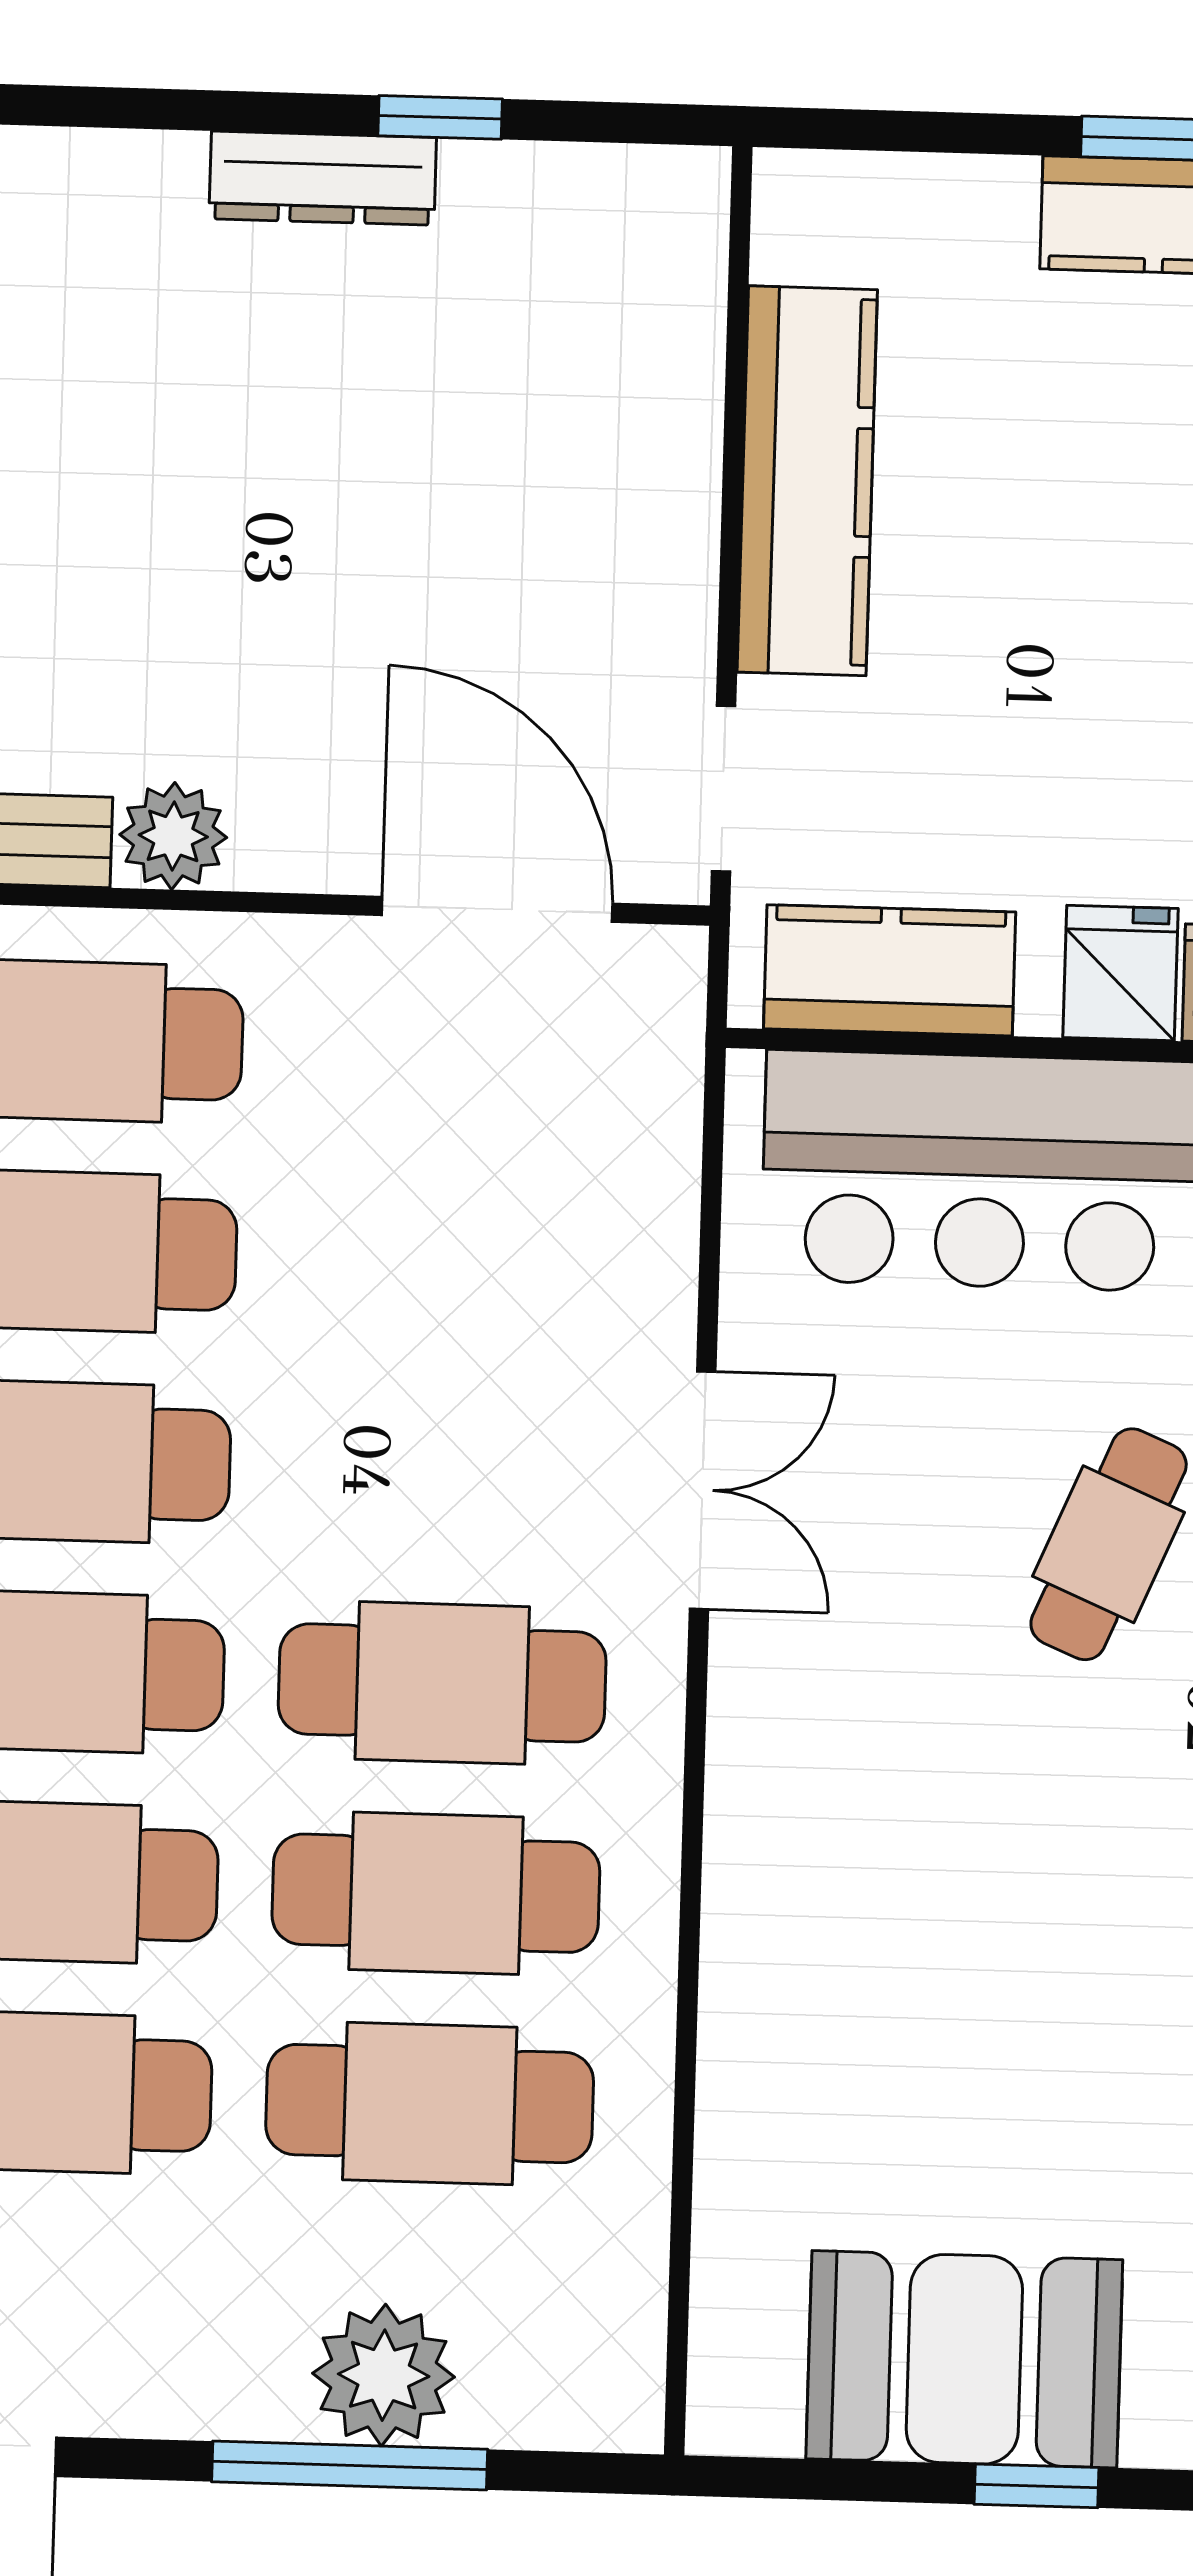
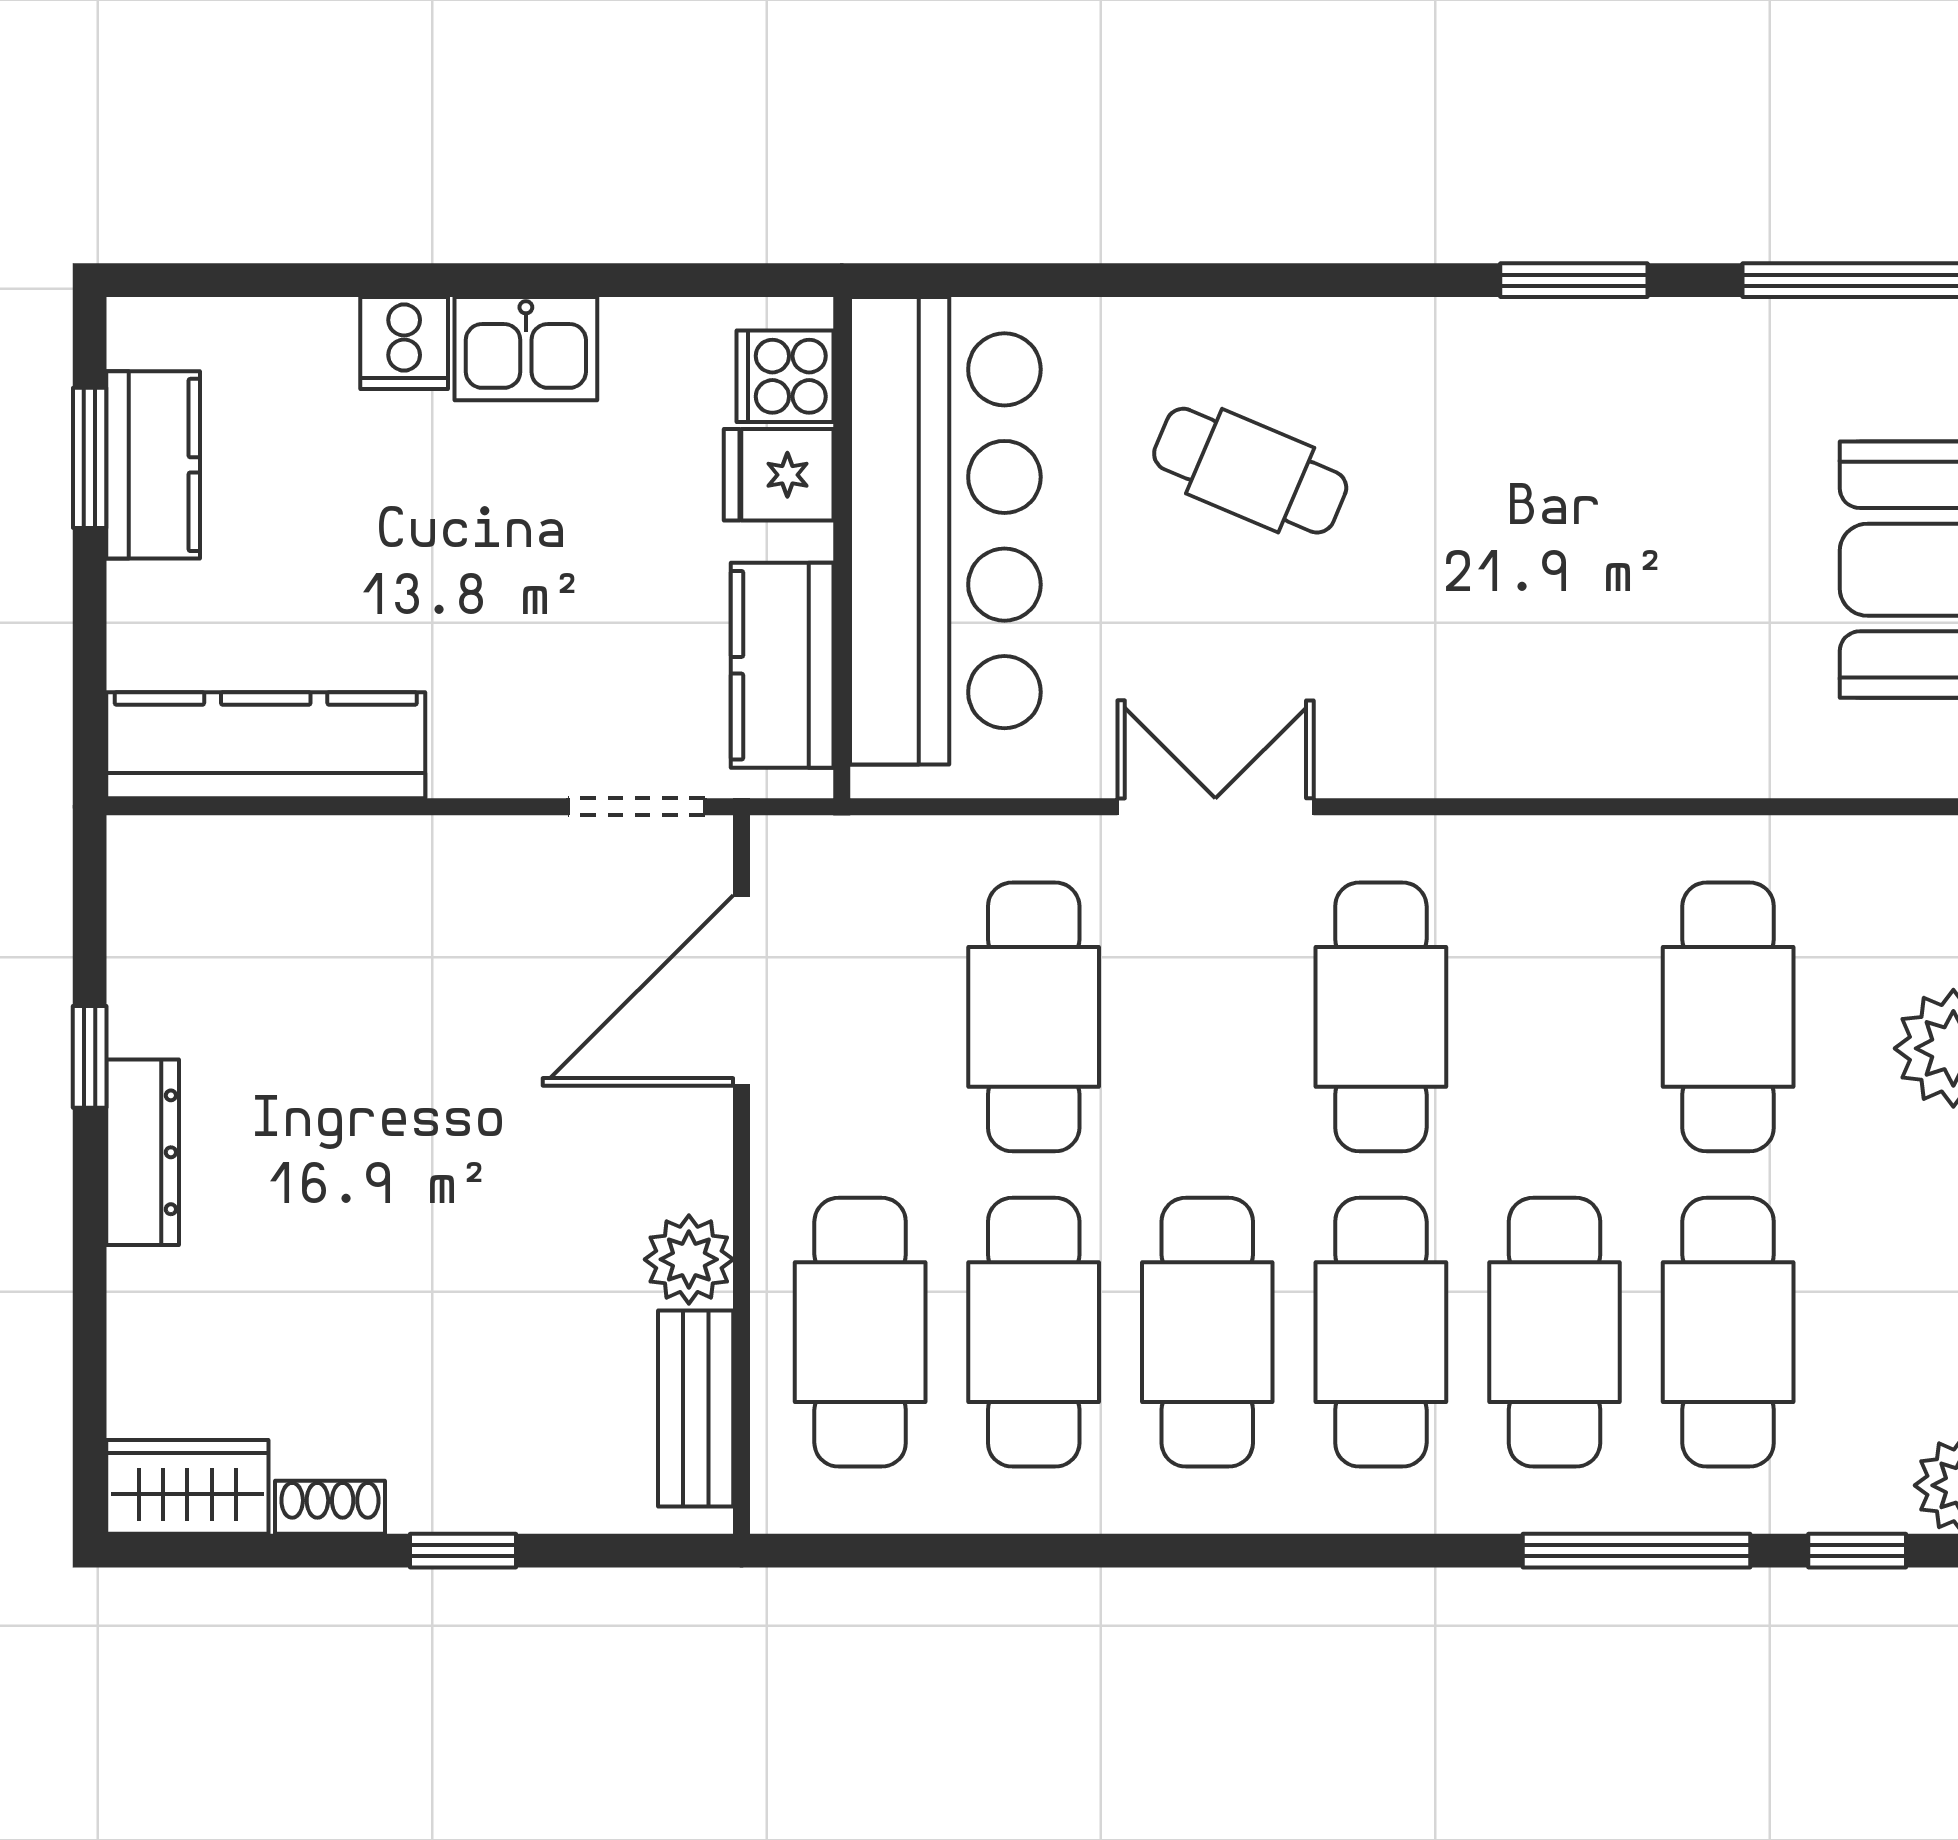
kitchen counter: (807, 481) -> (266, 745), moved
cafe table: (436, 1893) -> (1034, 1017), moved

